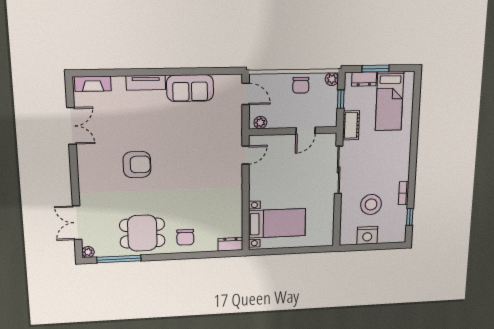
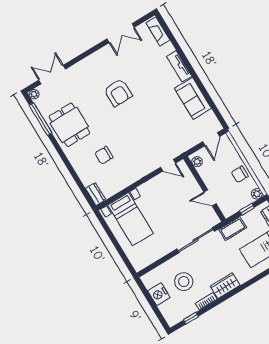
wardrobe: (401, 166) -> (225, 286), added
chair: (185, 237) -> (104, 155), moved

